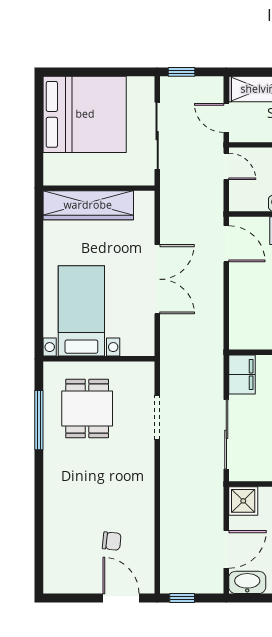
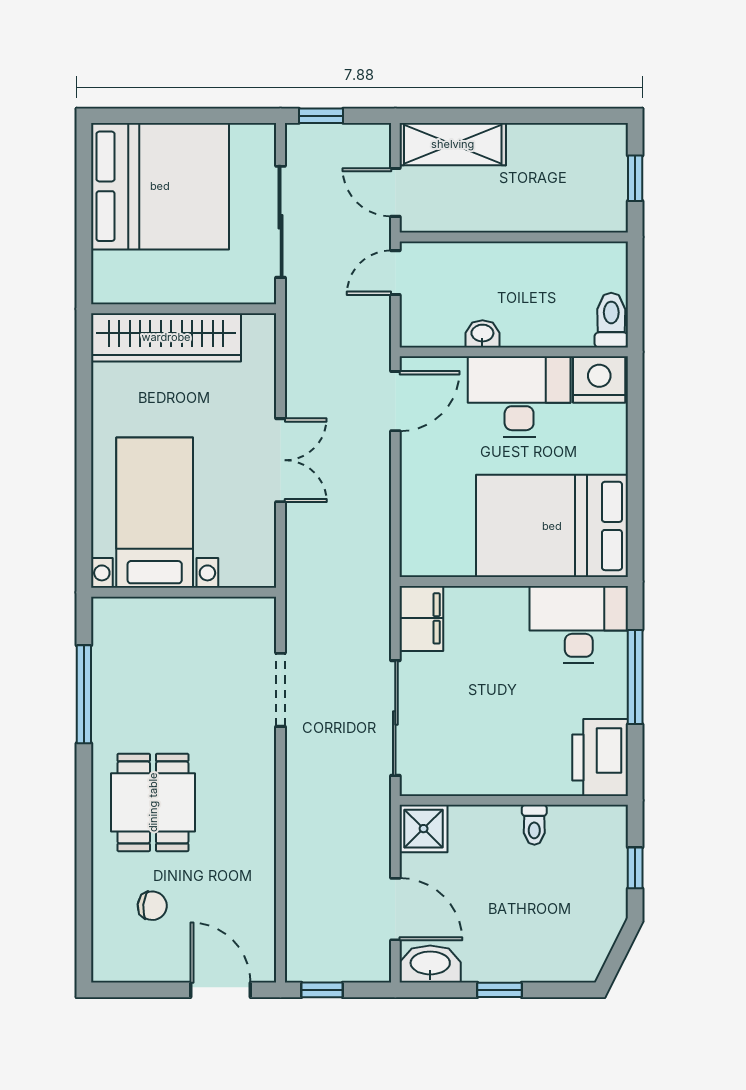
door: (226, 166) -> (395, 273), swing flipped
door: (226, 244) -> (395, 401), hinge flipped
double door: (157, 279) -> (281, 460), width x0.73
dining table: (87, 409) -> (153, 802), moved
chair: (112, 541) -> (152, 906), moved
door: (226, 549) -> (395, 909), hinge flipped

